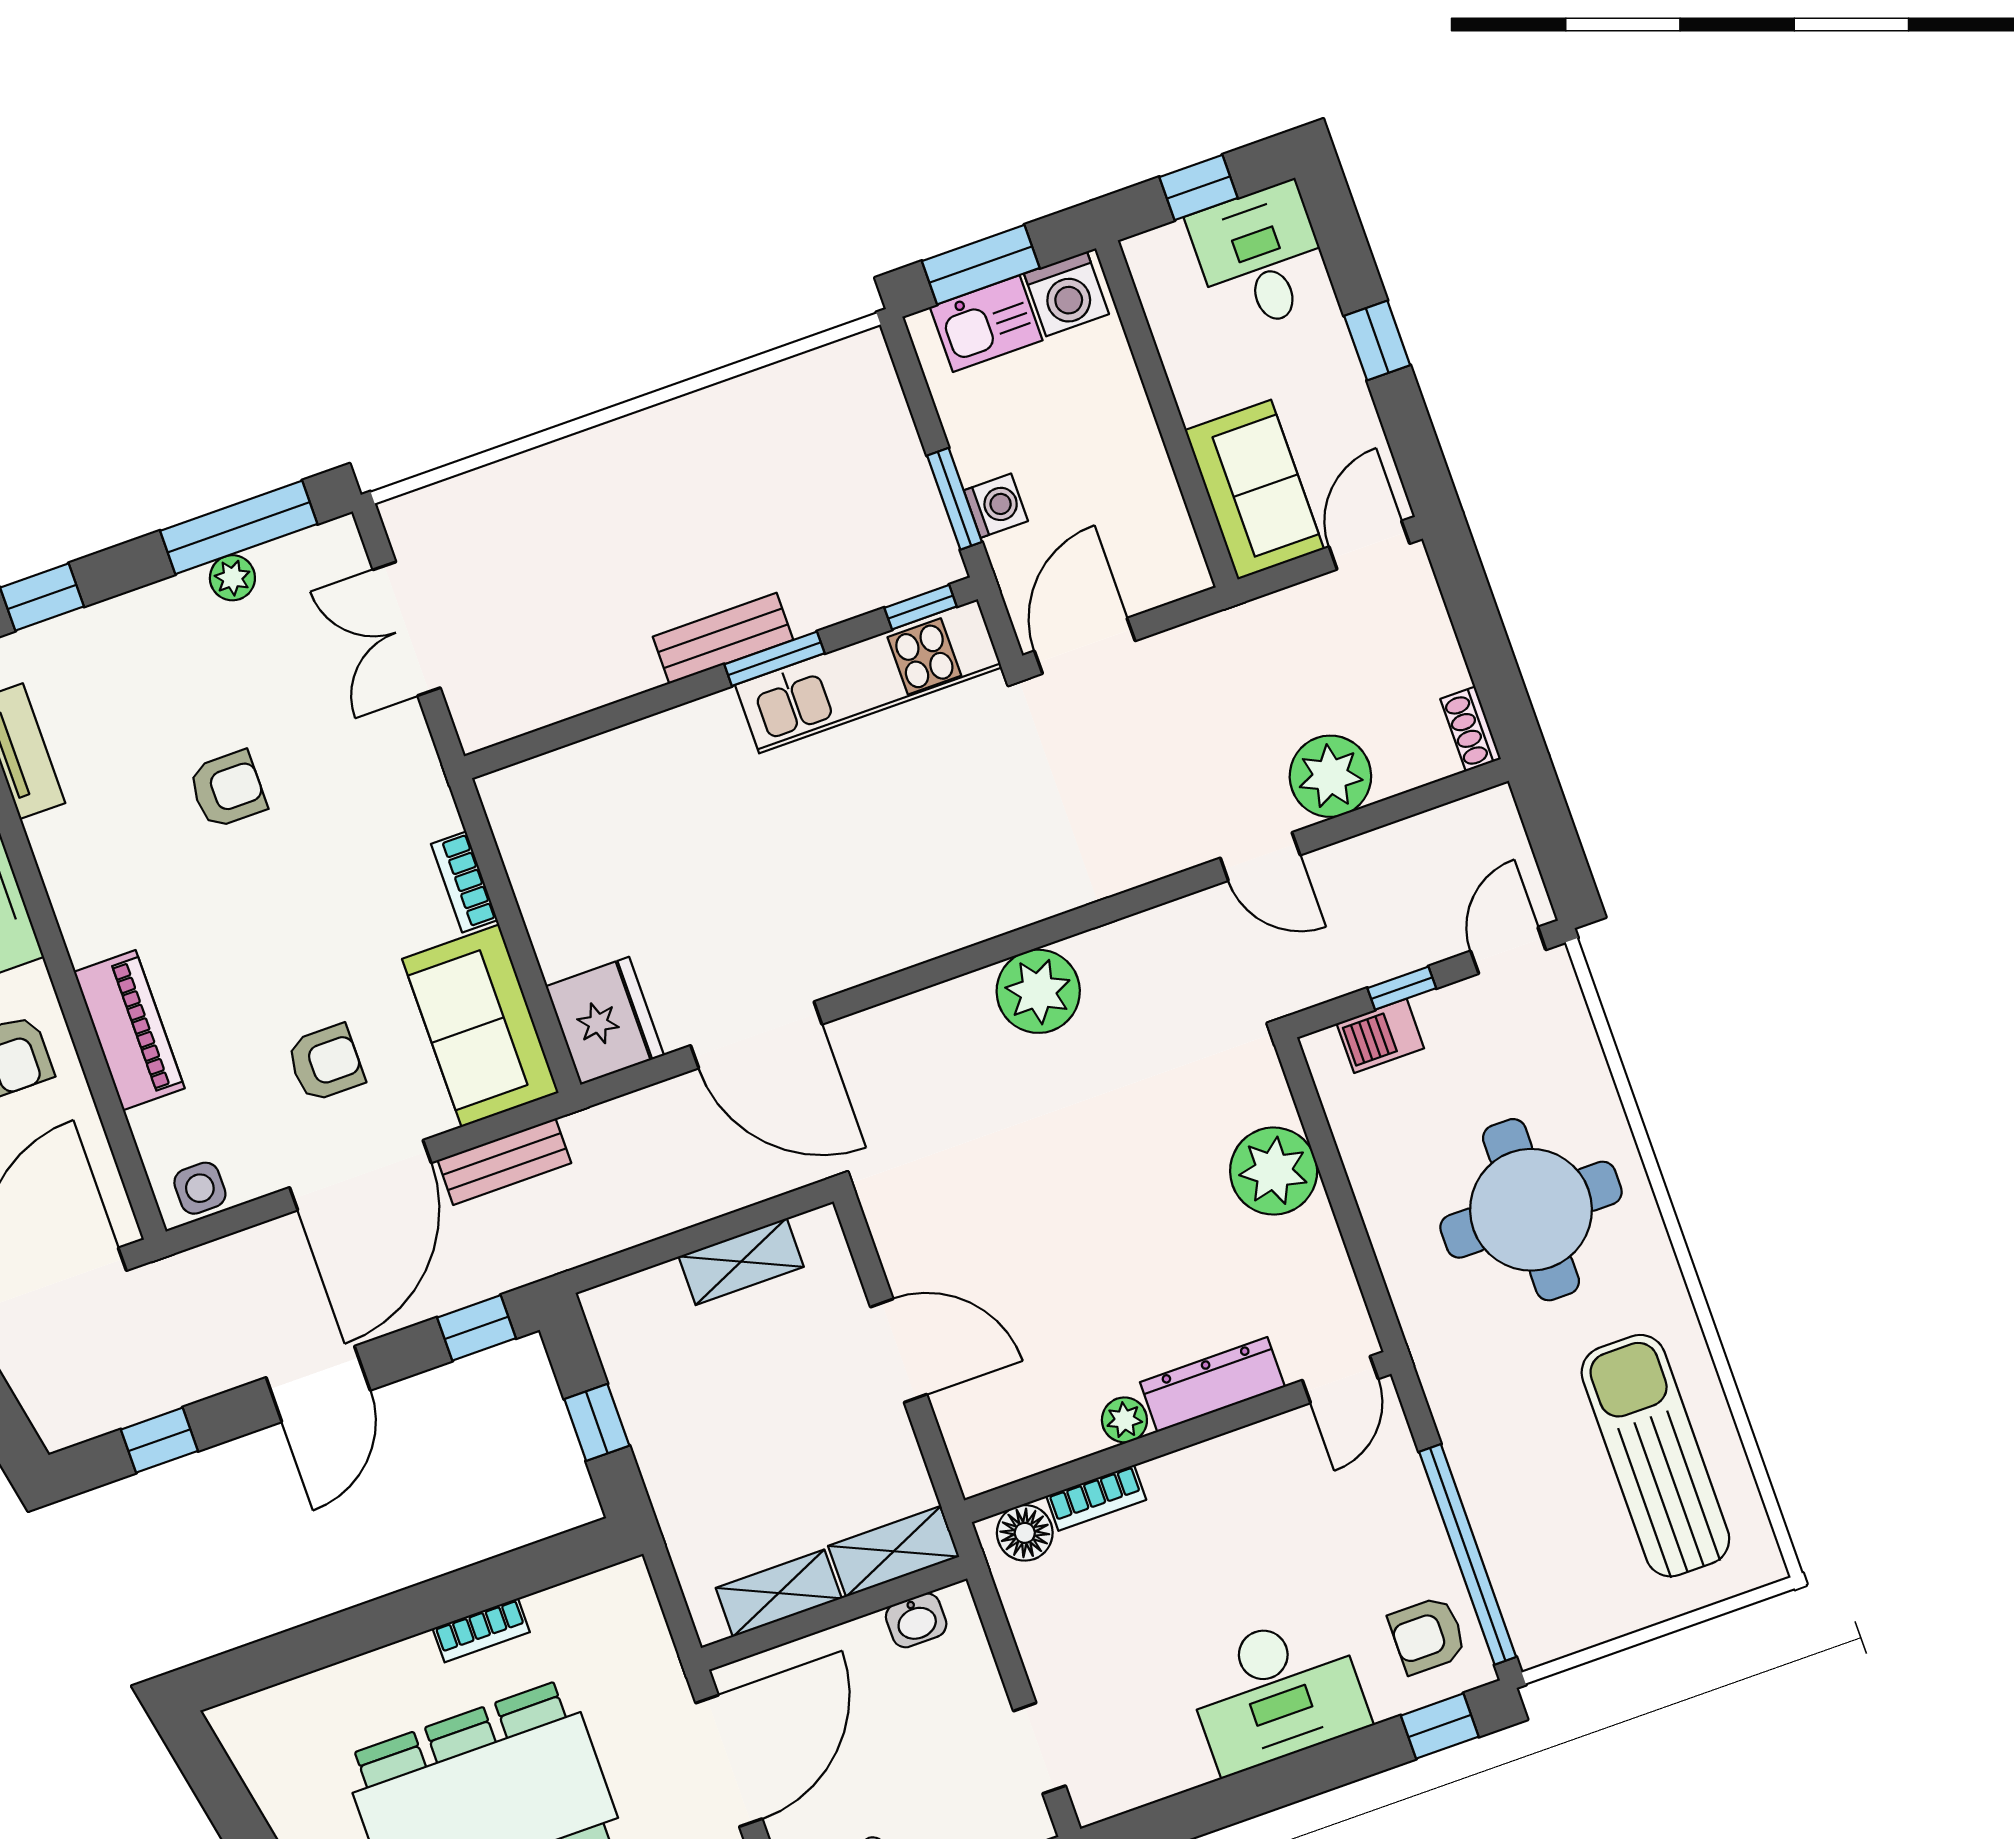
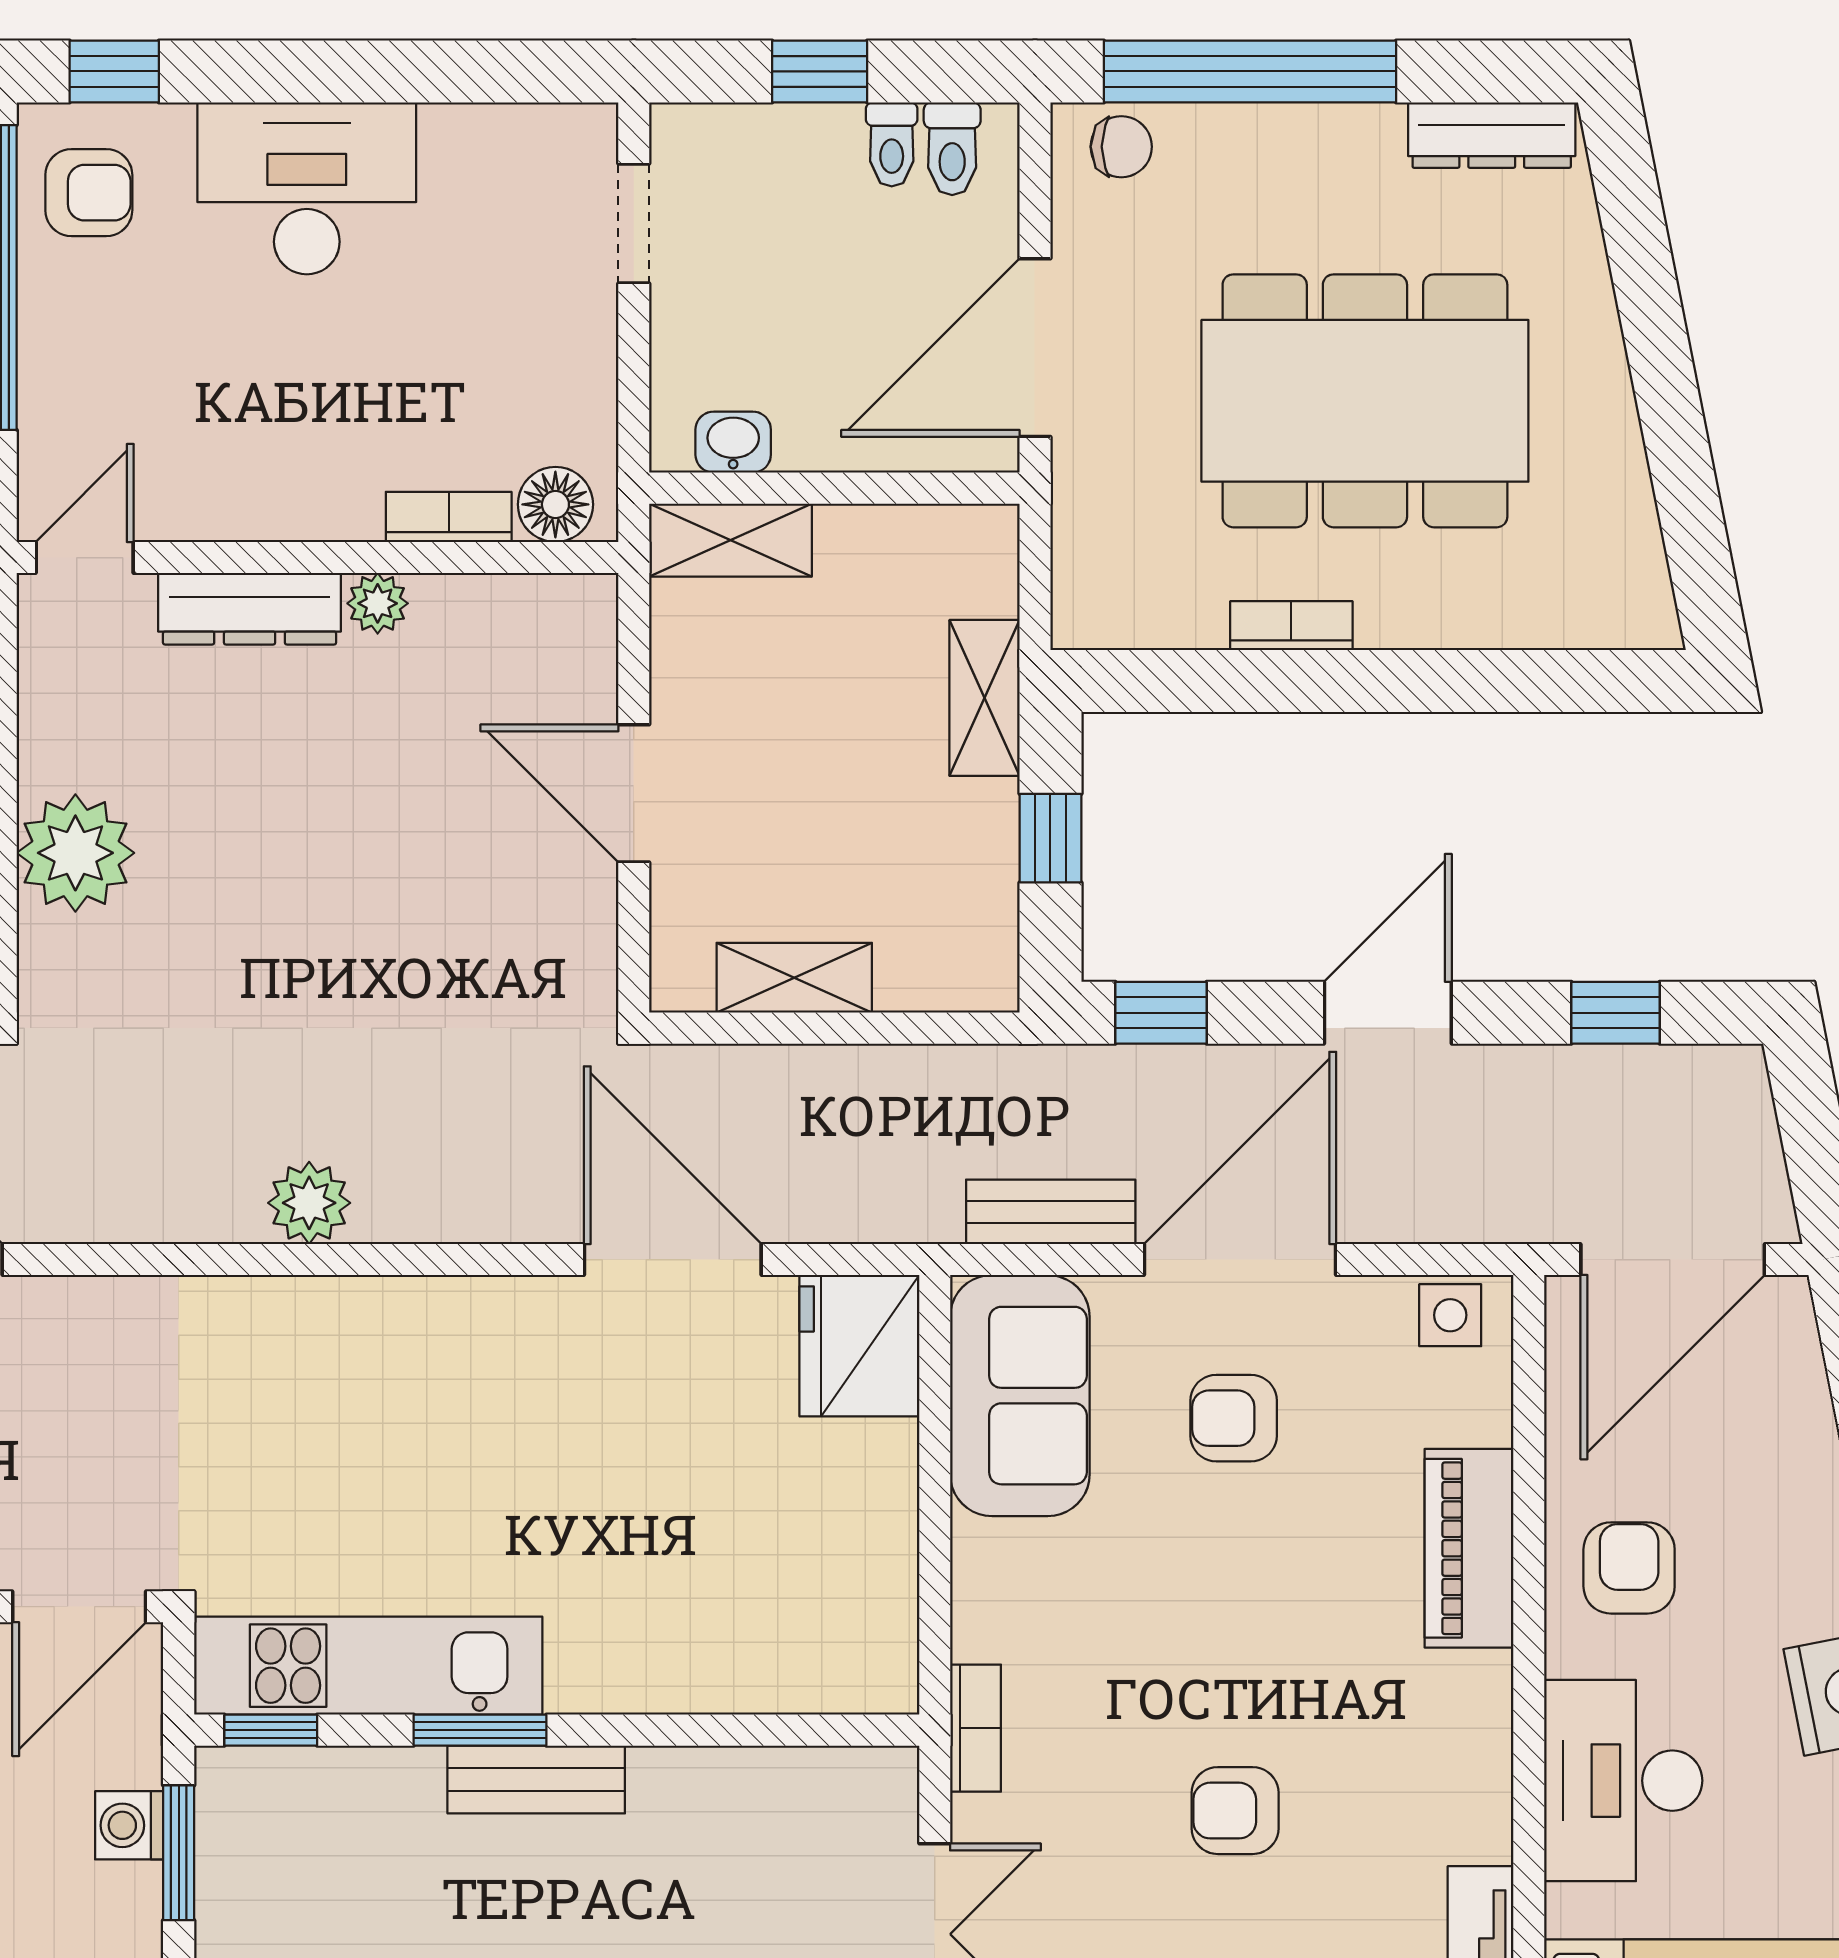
bookcase: (464, 882) -> (976, 1728), moved
plant: (1038, 991) -> (309, 1203), width x0.73, depth x0.73
shelving: (779, 1593) -> (984, 698), moved, turned 90

